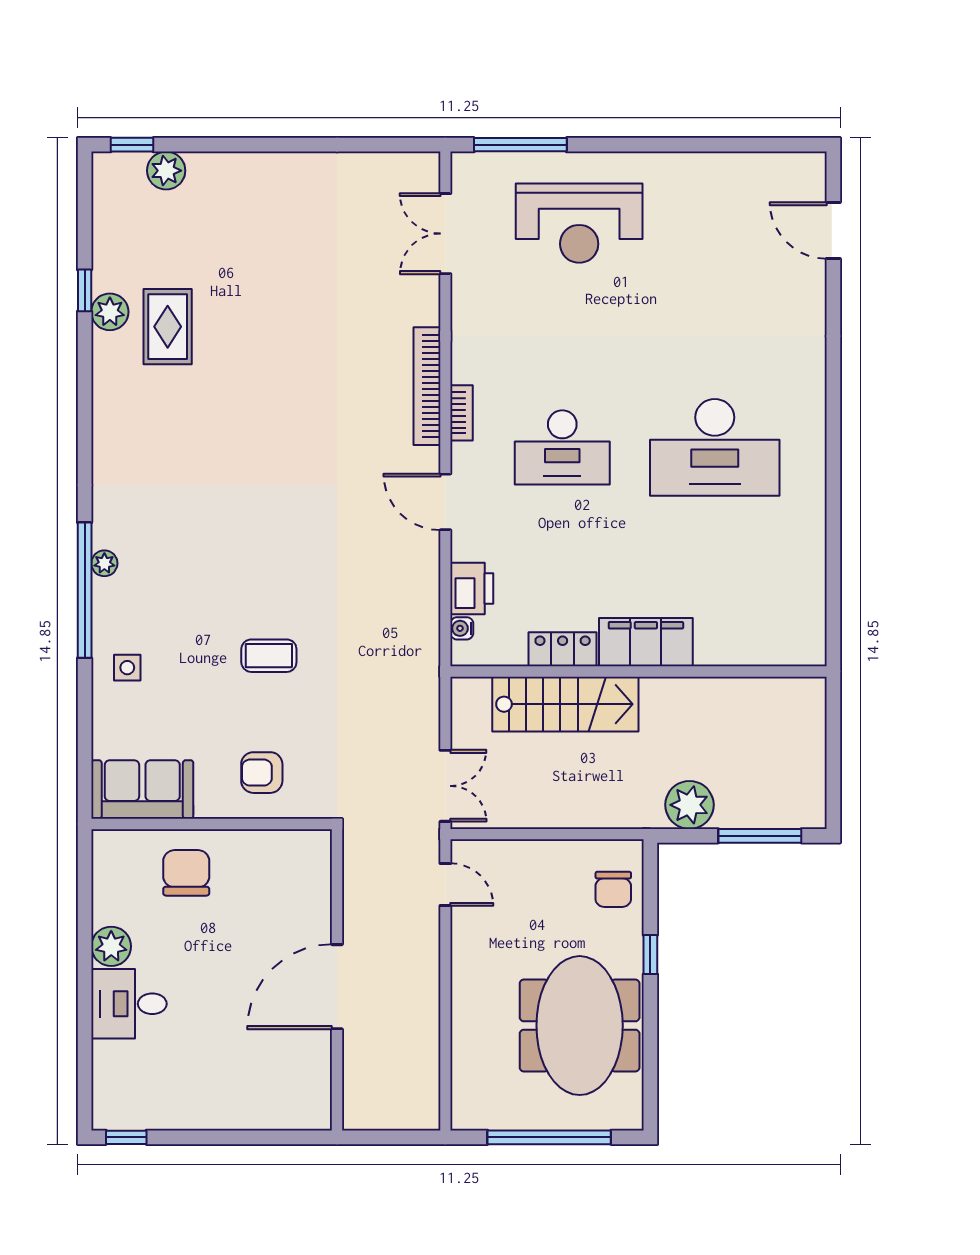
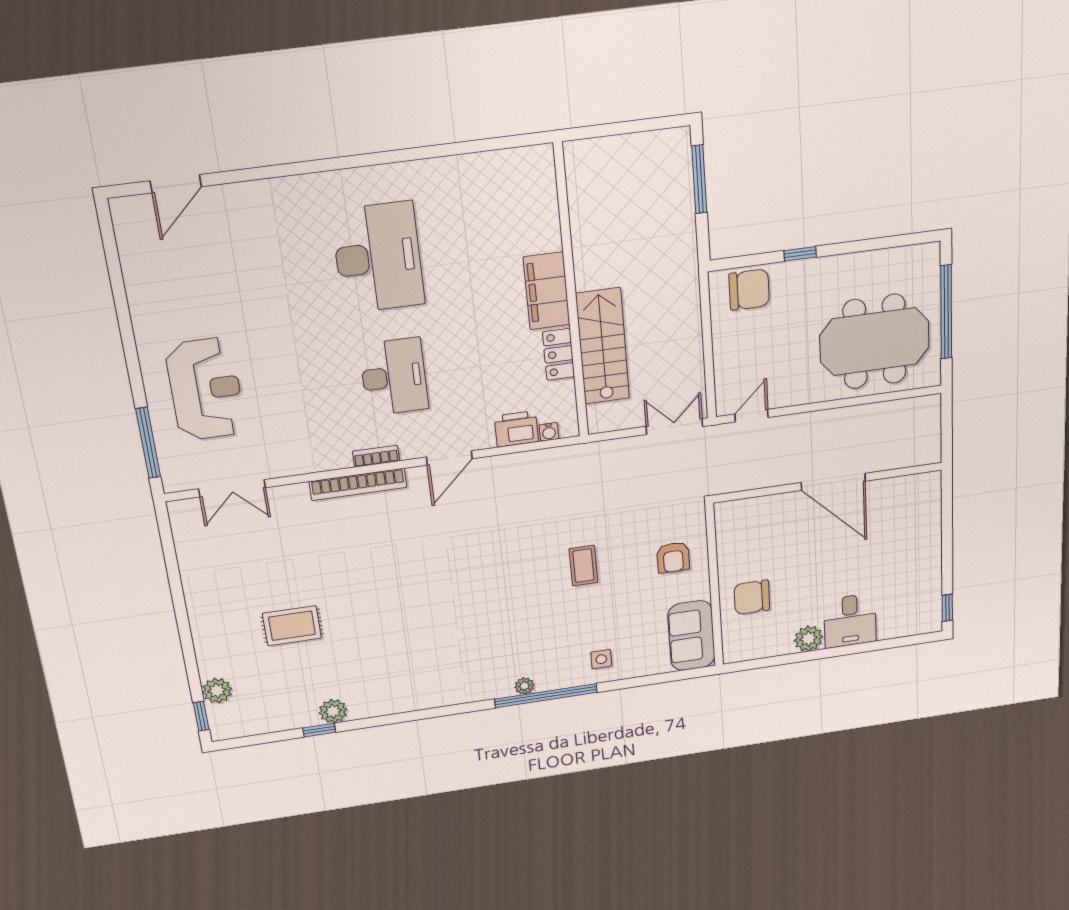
rug: (168, 327) -> (292, 626), moved
plant: (689, 805) -> (677, 239), removed
chair: (613, 889) -> (749, 290), width x1.37, depth x1.37
meeting table: (580, 1026) -> (874, 342), moved

